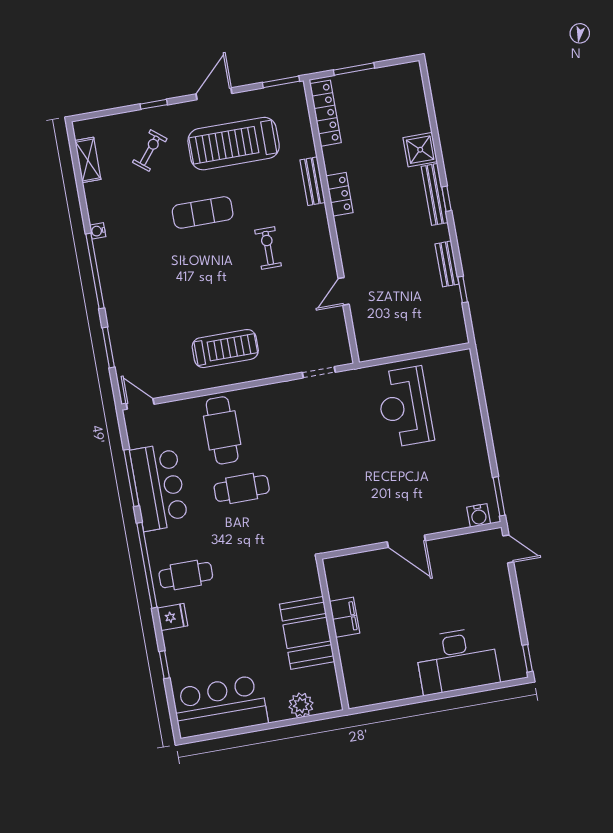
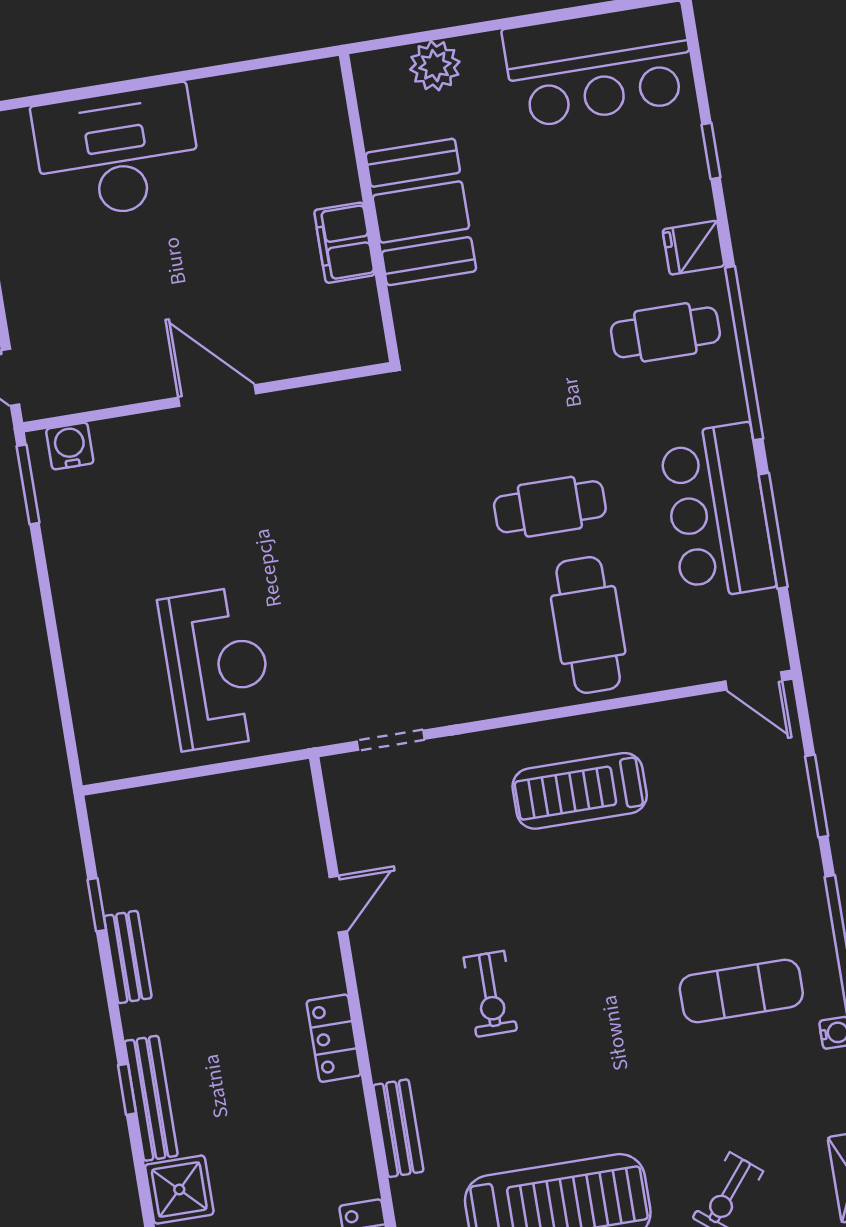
locker: (340, 194) -> (334, 1038), moved
exercise mat: (203, 212) -> (741, 991), moved

